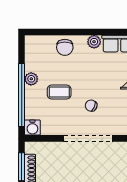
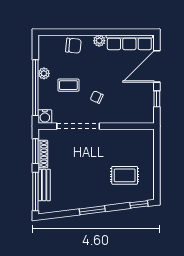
chair: (65, 47) -> (73, 46), turned -85
doorway: (88, 138) -> (78, 126), moved

